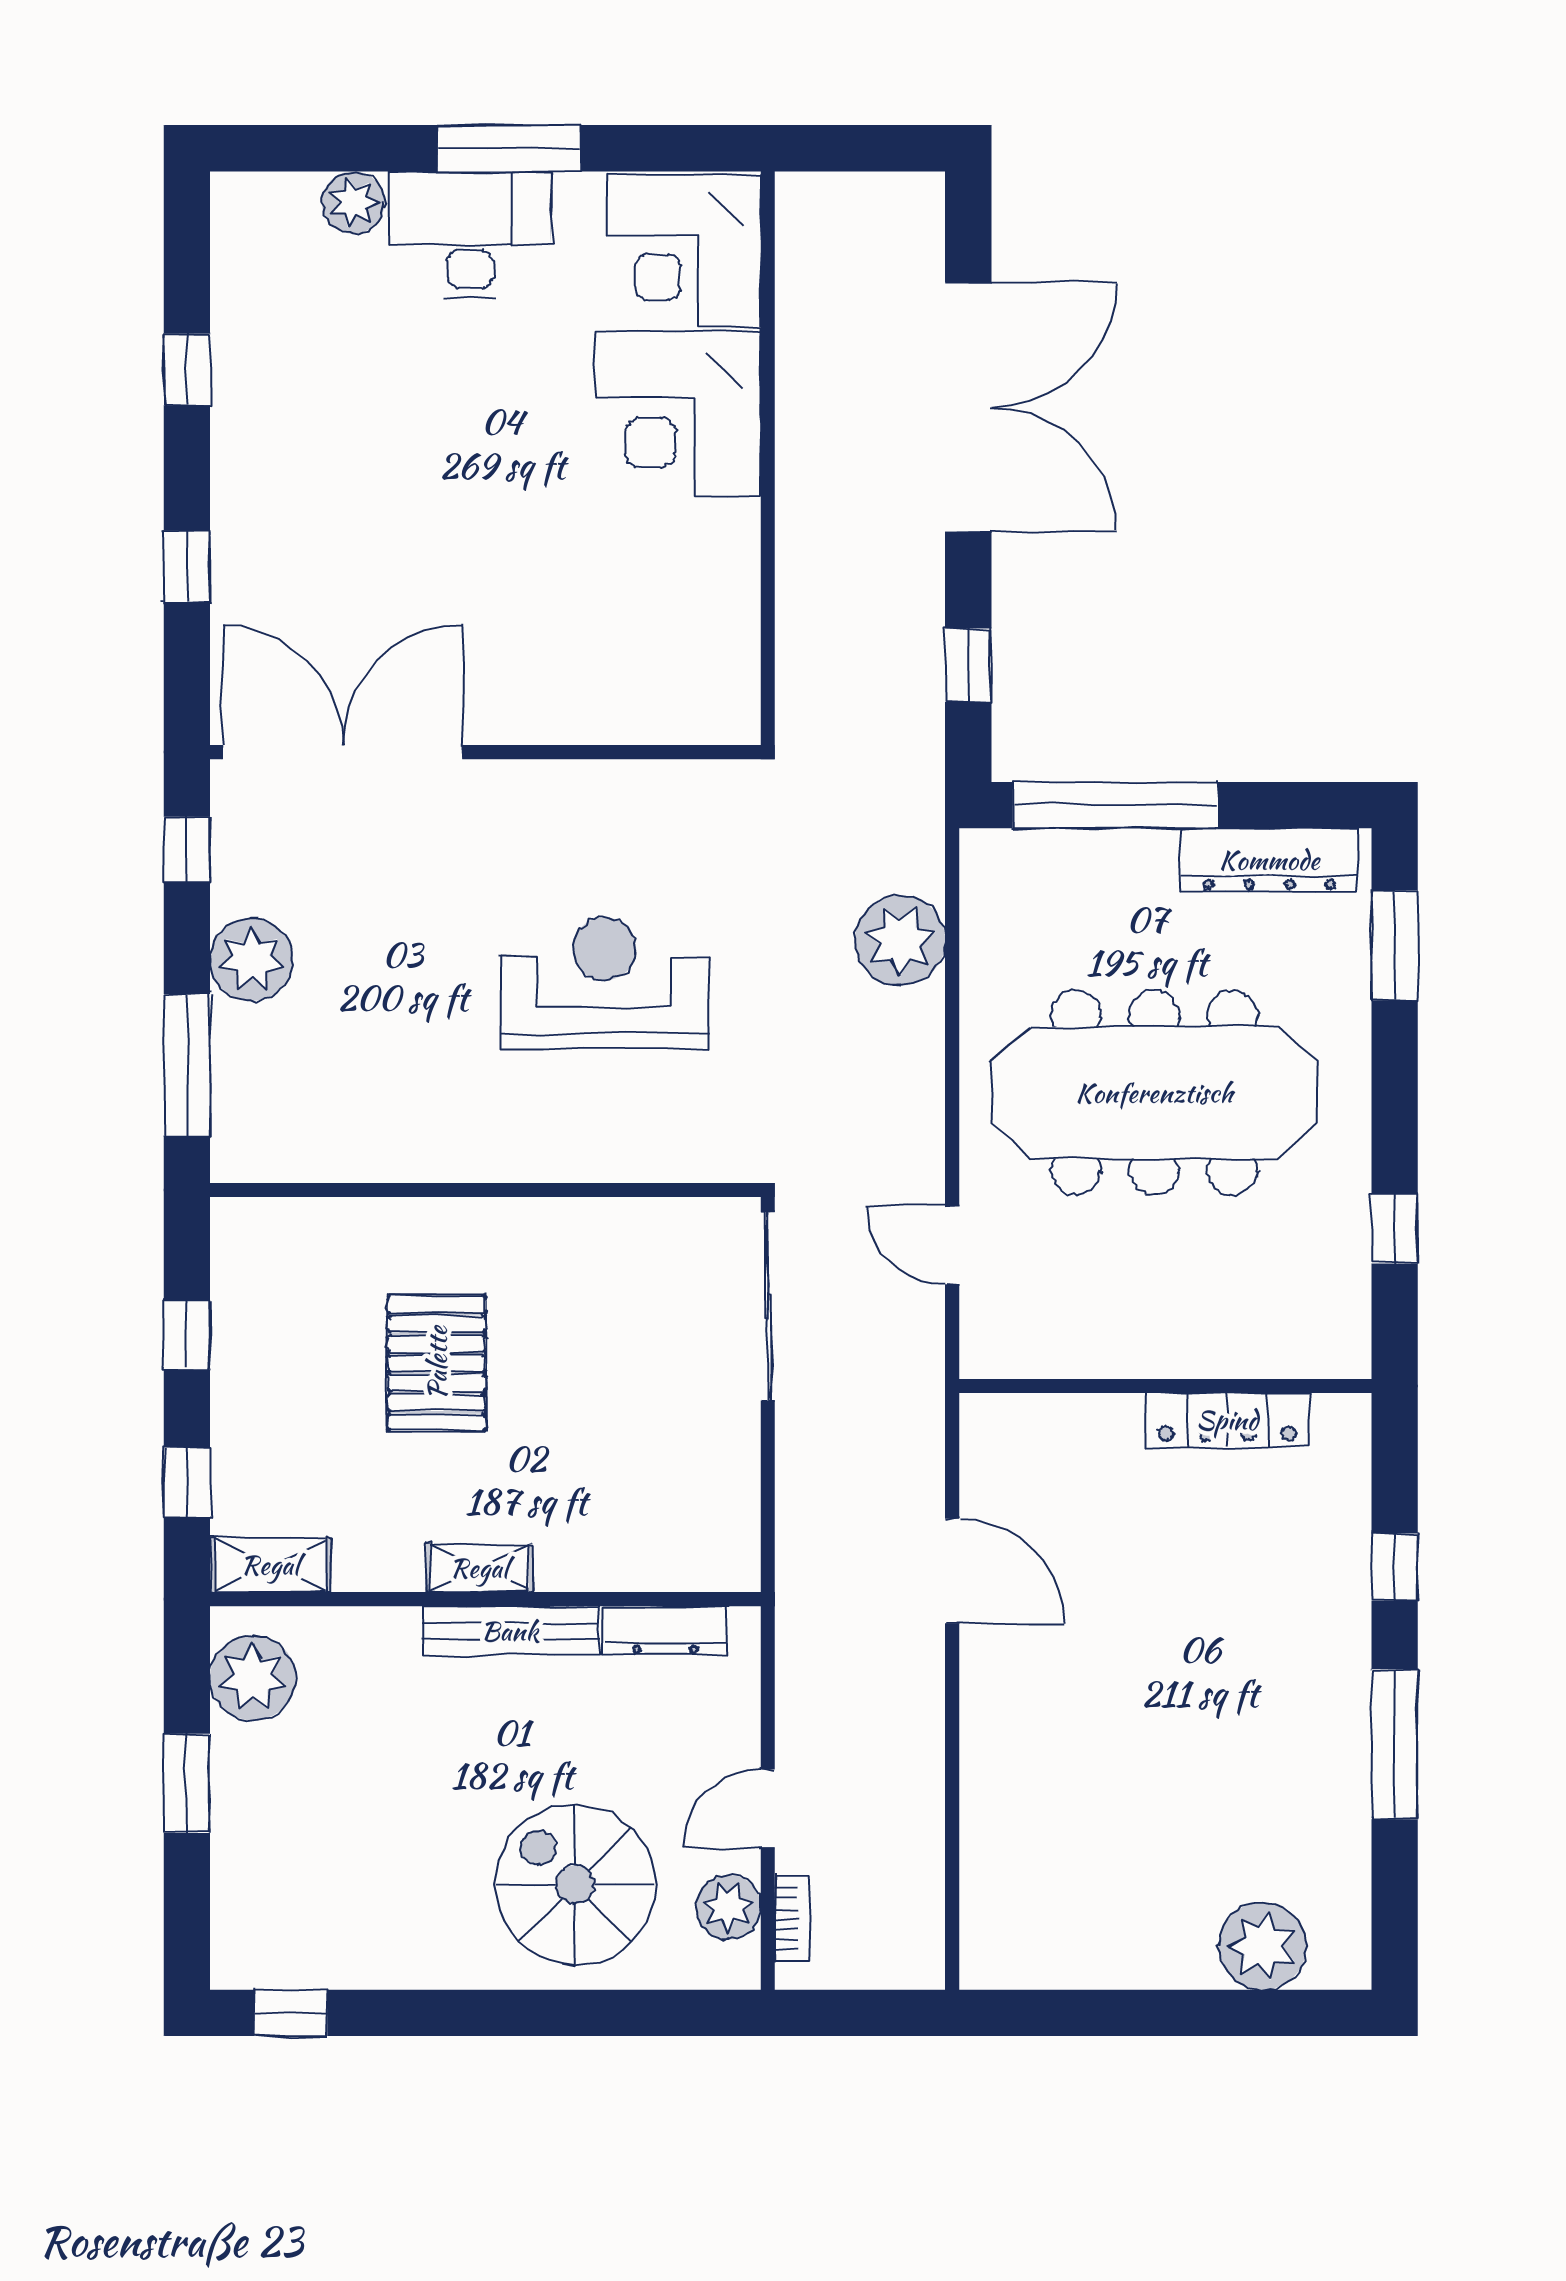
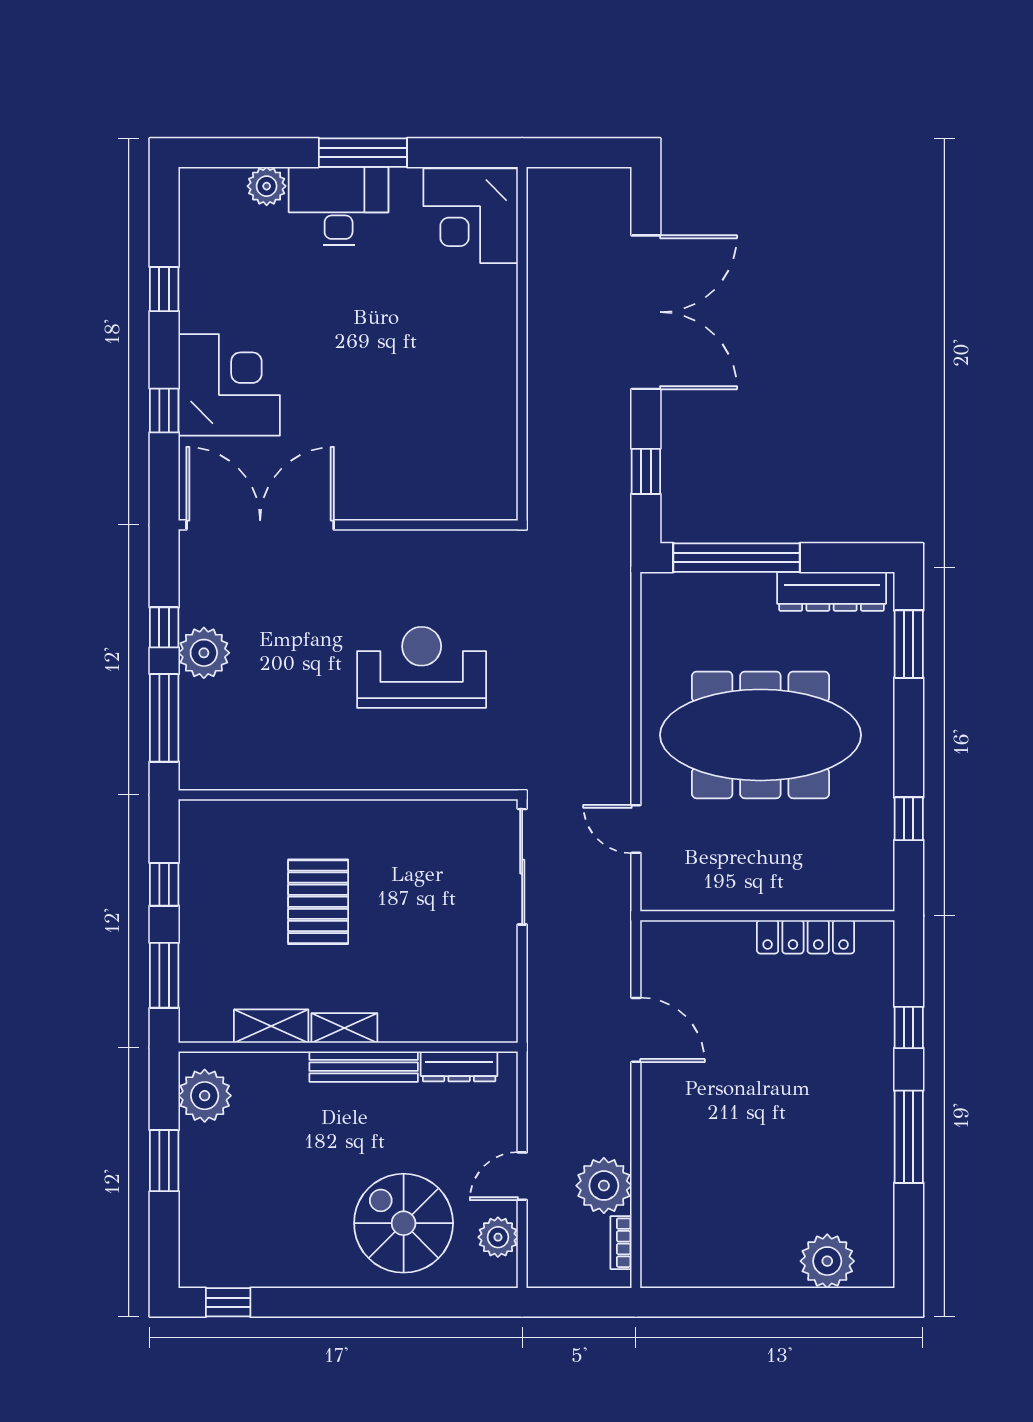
corner desk: (678, 414) -> (229, 385), moved, turned 180
window: (187, 849) -> (164, 627), moved
plant: (900, 940) -> (604, 1186), moved
window: (187, 1483) -> (164, 975), width x1.50
shelving: (270, 1565) -> (271, 1026), moved
bookcase: (792, 1919) -> (621, 1243), moved, turned 180

